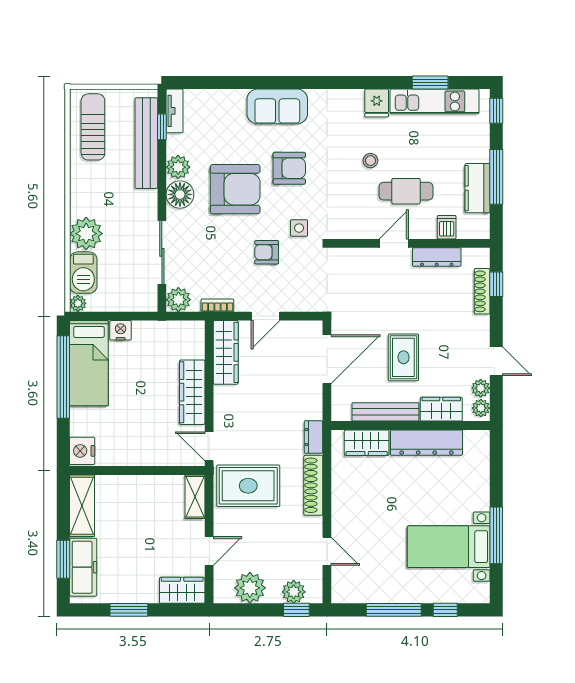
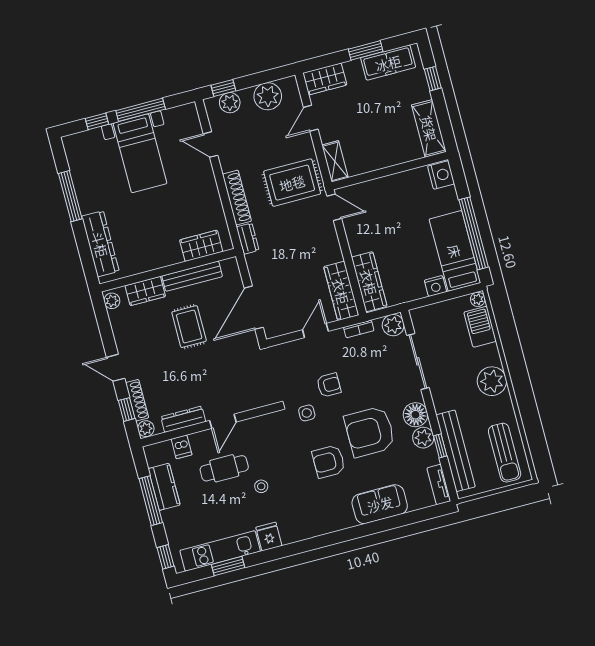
sofa: (277, 106) -> (380, 504), moved
window: (162, 127) -> (440, 446), moved
plant: (86, 234) -> (492, 381), moved
door: (496, 361) -> (116, 368), moved
plant: (481, 388) -> (146, 429), moved
wardrobe: (192, 392) -> (369, 282), moved
dresser: (426, 443) -> (100, 244), moved, turned 90
bed with nightstands: (449, 547) -> (140, 153), moved, turned 90
window: (63, 559) -> (433, 79), width x0.67
freezer: (83, 567) -> (388, 63), moved, turned -90

